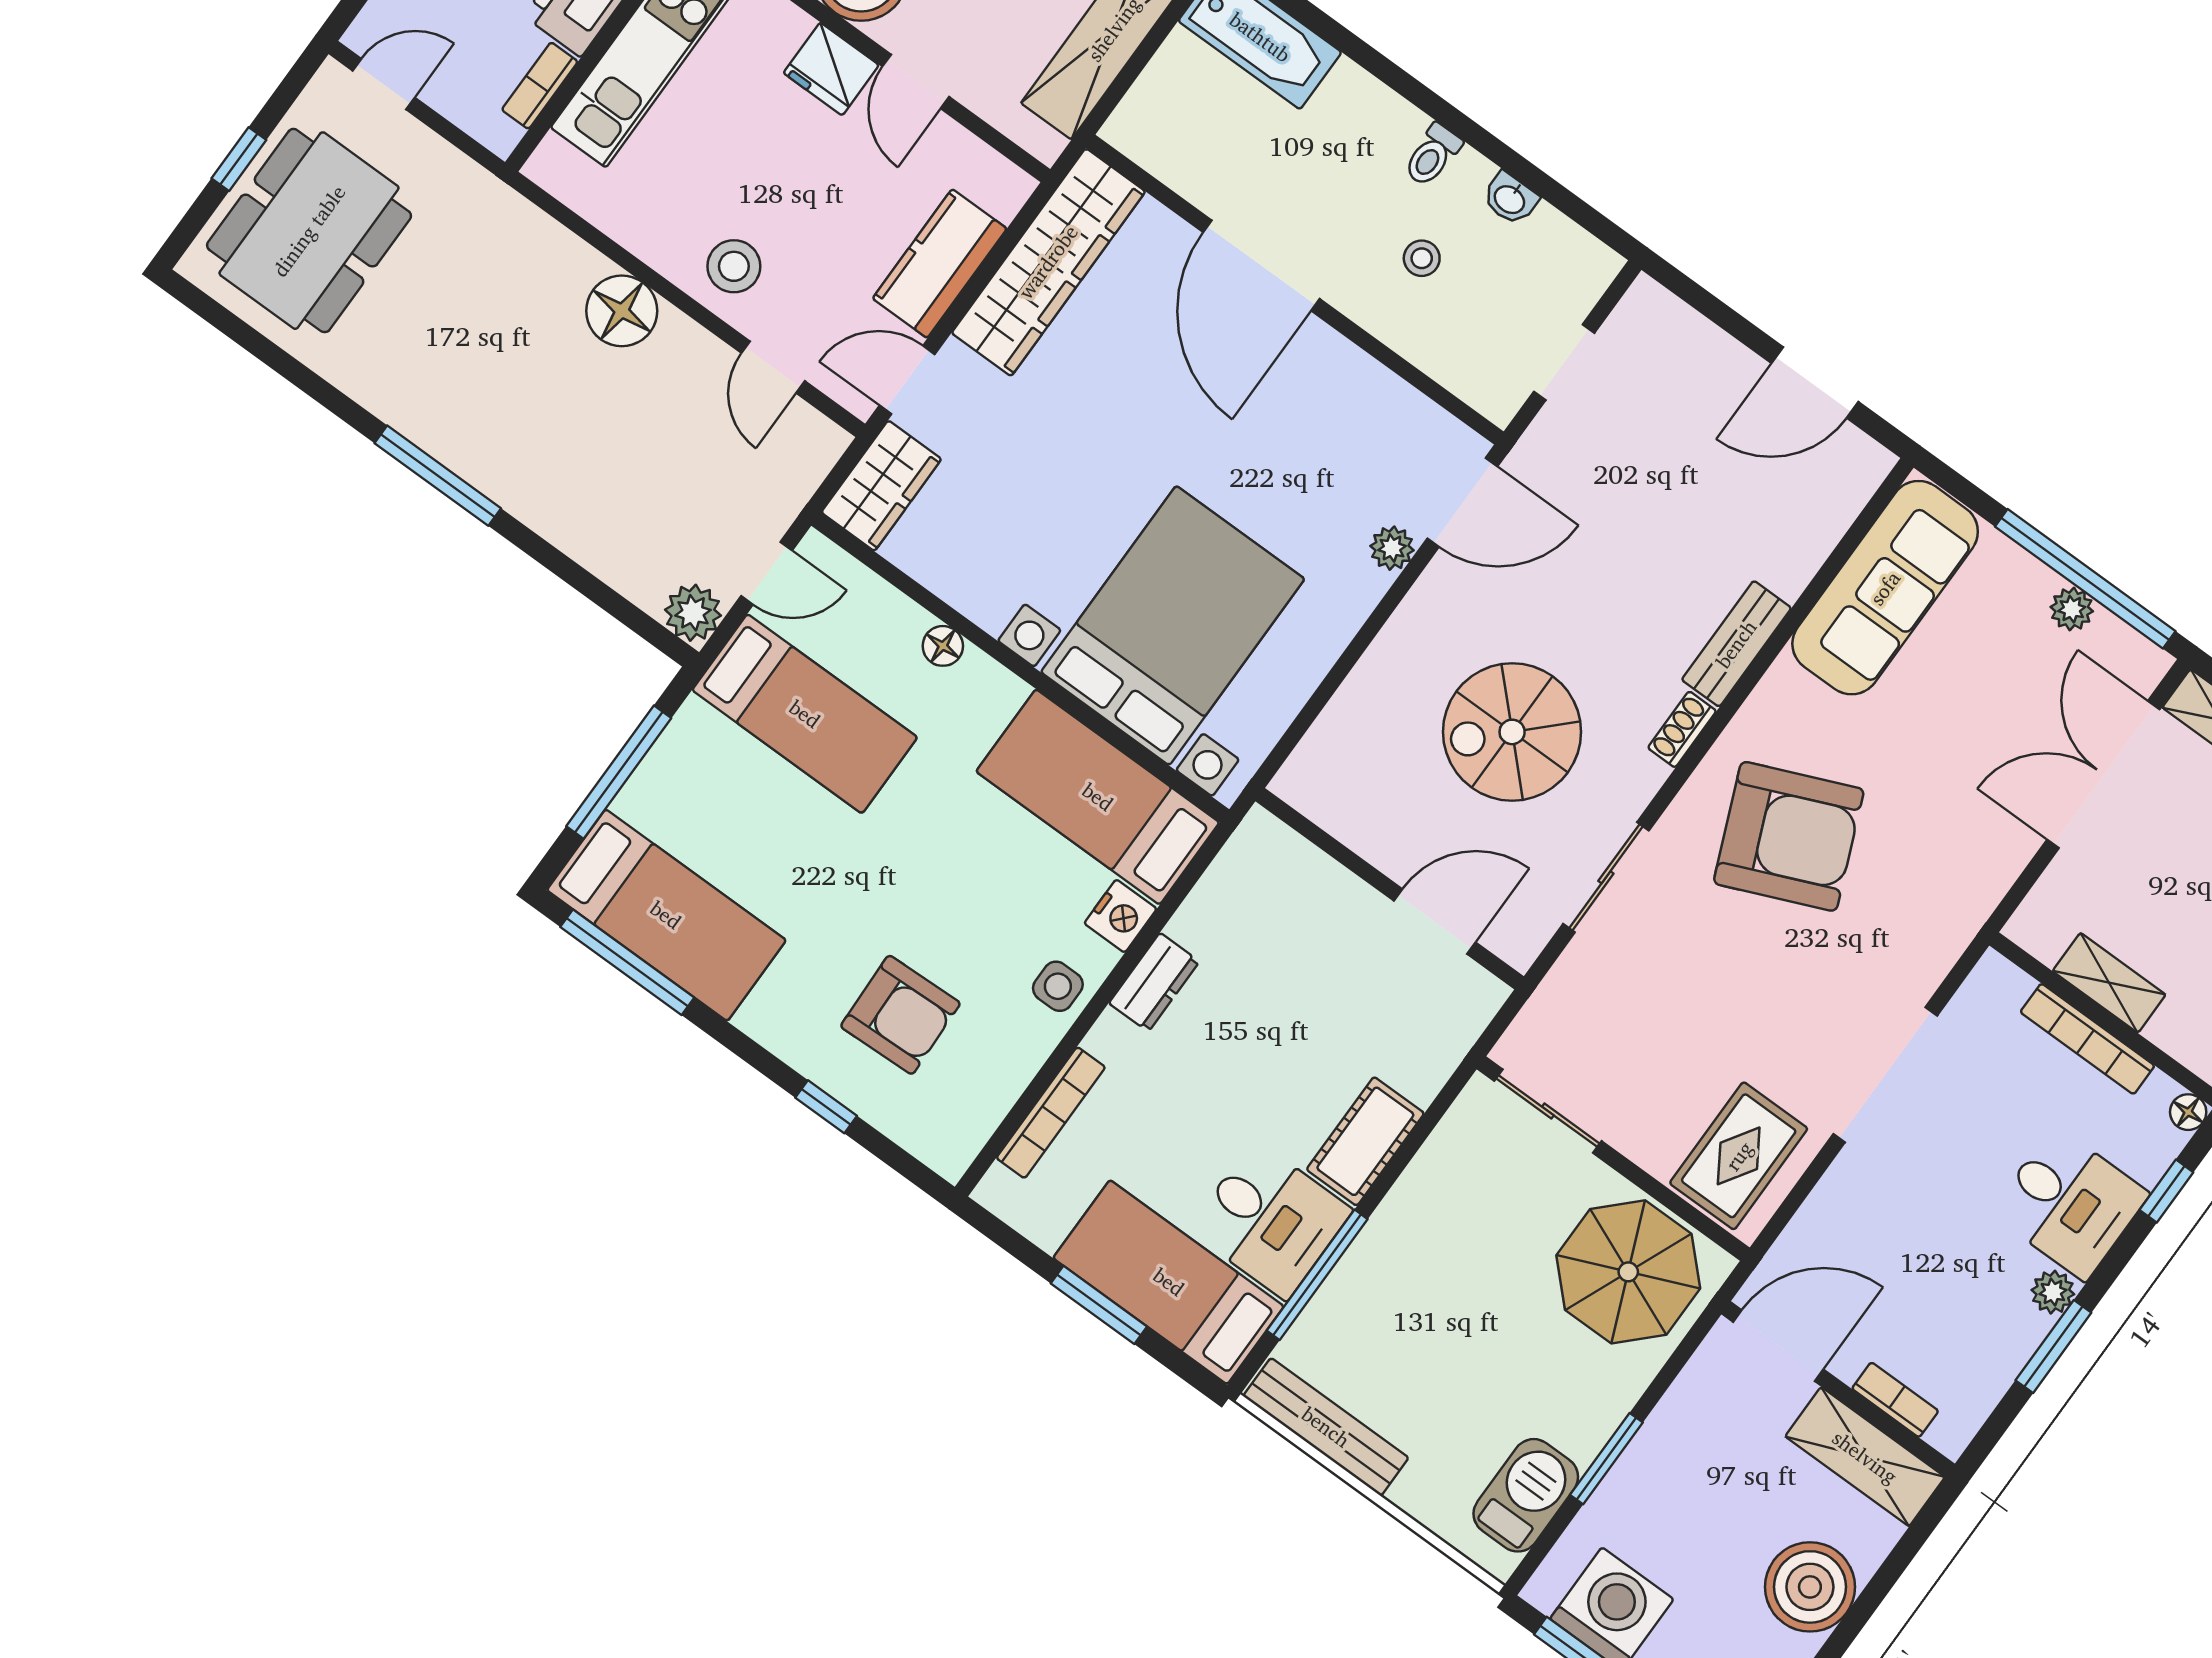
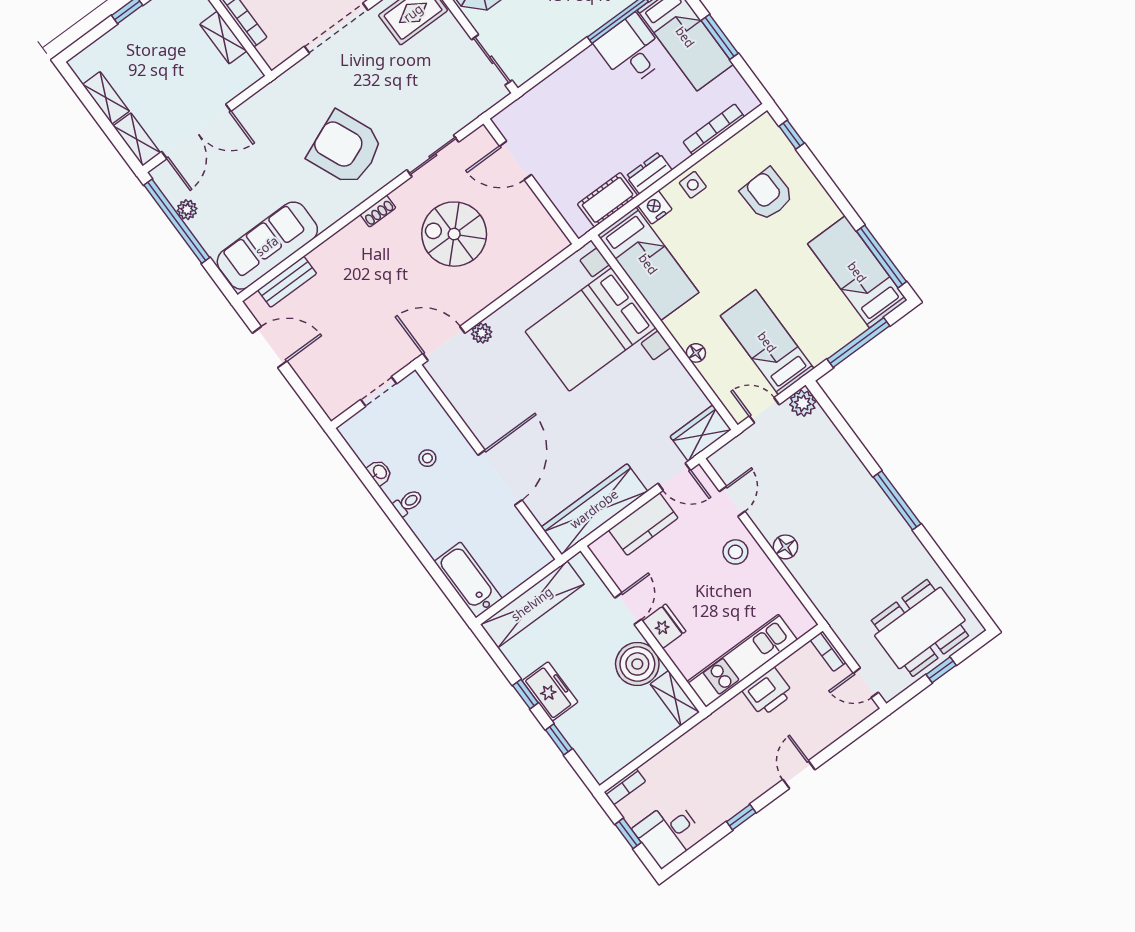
bookcase: (540, 86) -> (828, 651), moved, turned 90
floor lamp: (622, 311) -> (785, 547), width x0.73, depth x0.73
bench: (1736, 644) -> (287, 282), moved
spiral stairs: (1512, 732) -> (454, 234), turned 180
window: (826, 1107) -> (792, 135), moved
cot: (1365, 1141) -> (608, 200), moved

